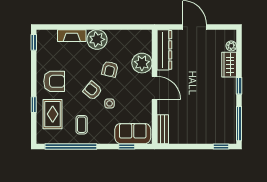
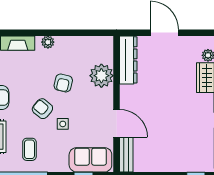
plant: (97, 39) -> (48, 42), width x0.53, depth x0.53
door: (155, 88) -> (116, 123), moved

